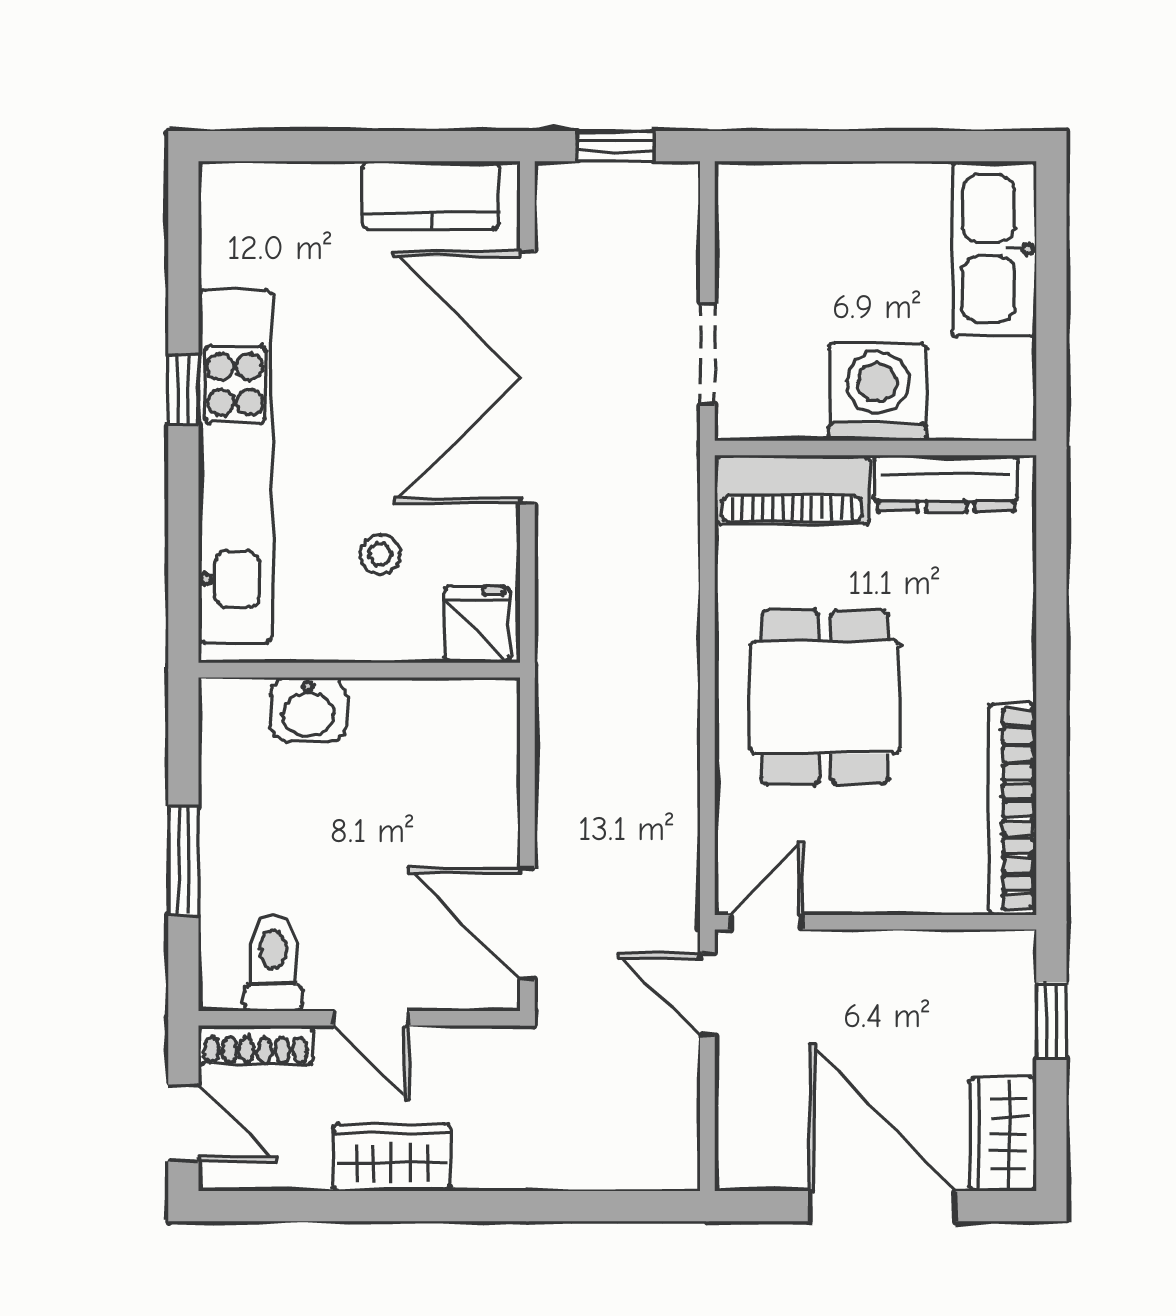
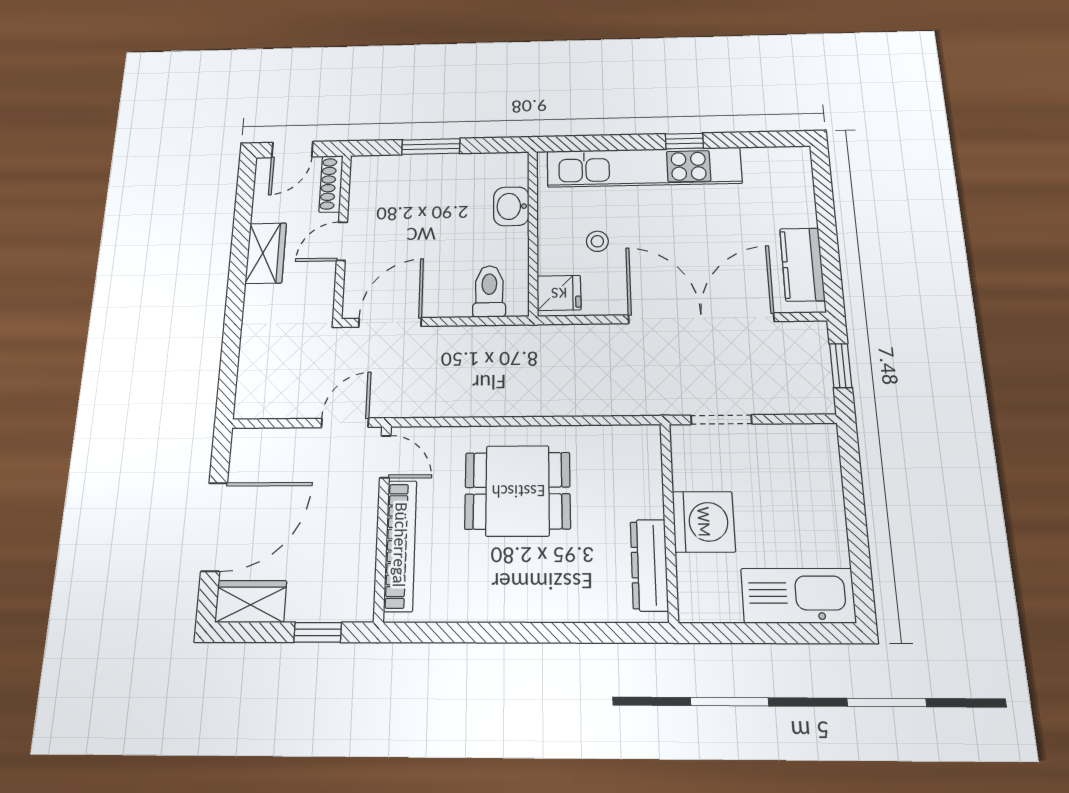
piano: (792, 490) -> (642, 470), removed
bookcase: (1012, 809) -> (400, 545), moved, turned 90
toilet: (273, 963) -> (489, 291), moved, turned -90

